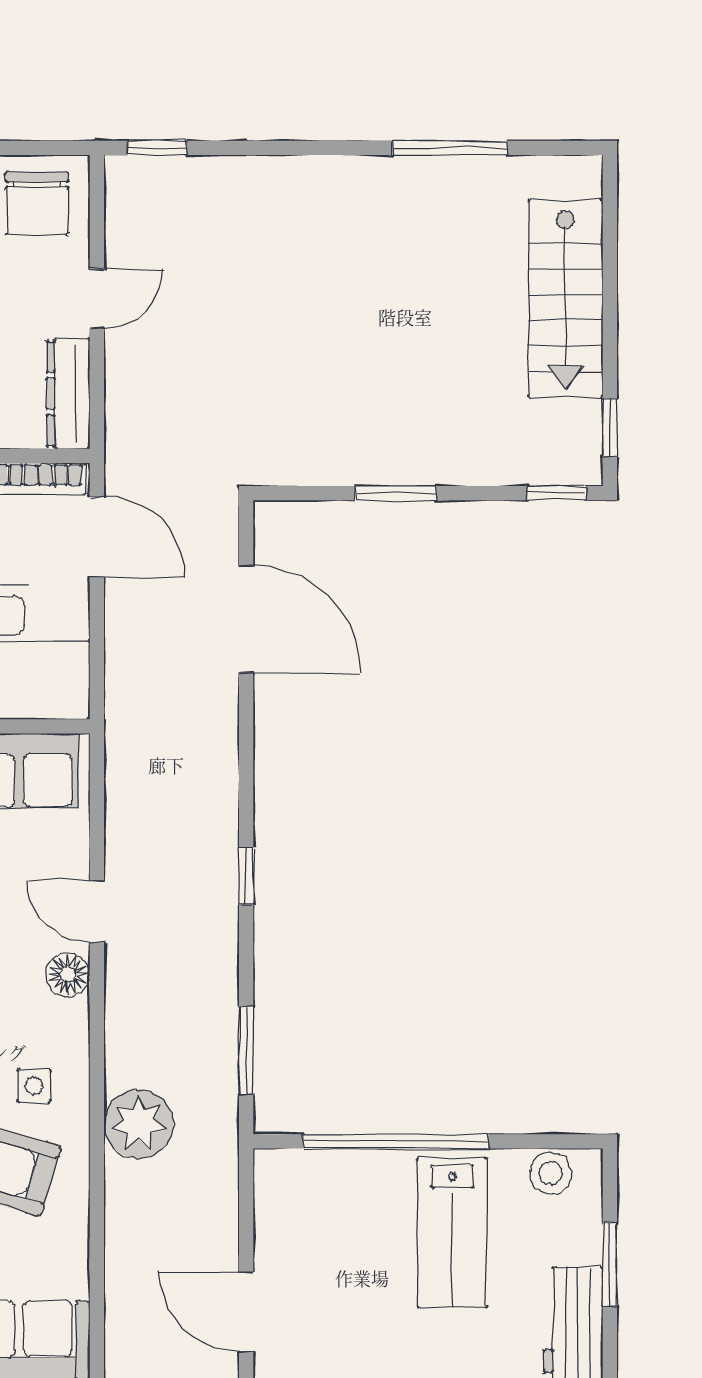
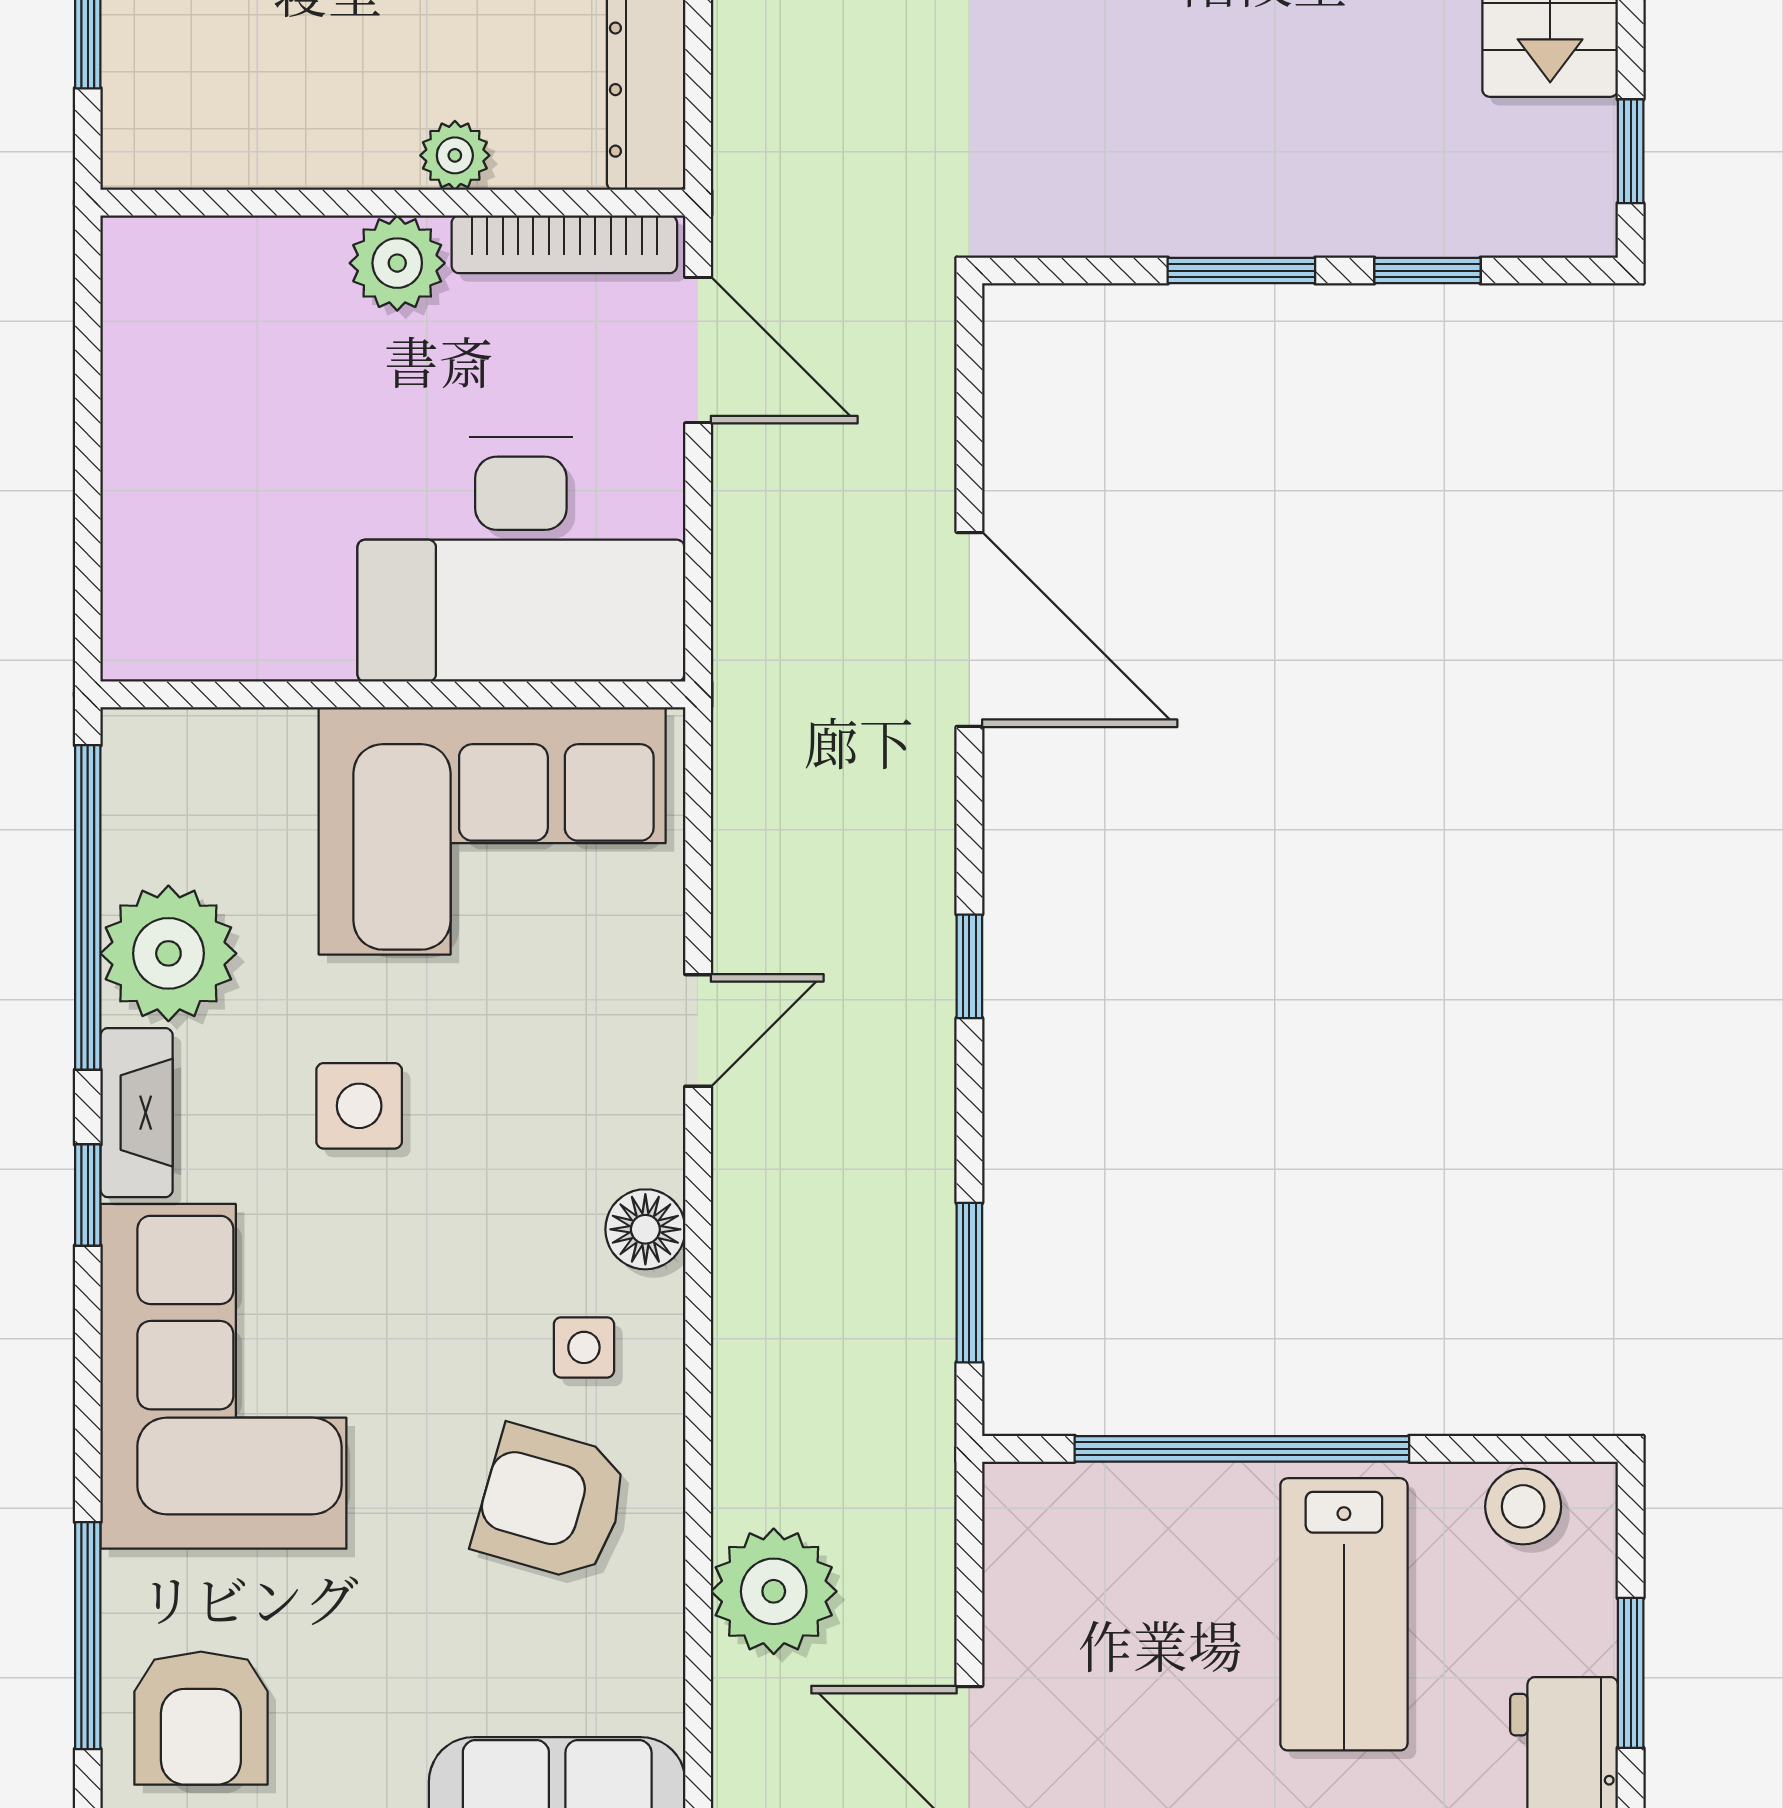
window: (557, 493) -> (1427, 271), moved
door: (246, 619) -> (969, 629), moved
door: (97, 911) -> (698, 1030), swing flipped
floor lamp: (68, 974) -> (645, 1229), moved
plant: (138, 1124) -> (774, 1591), moved

